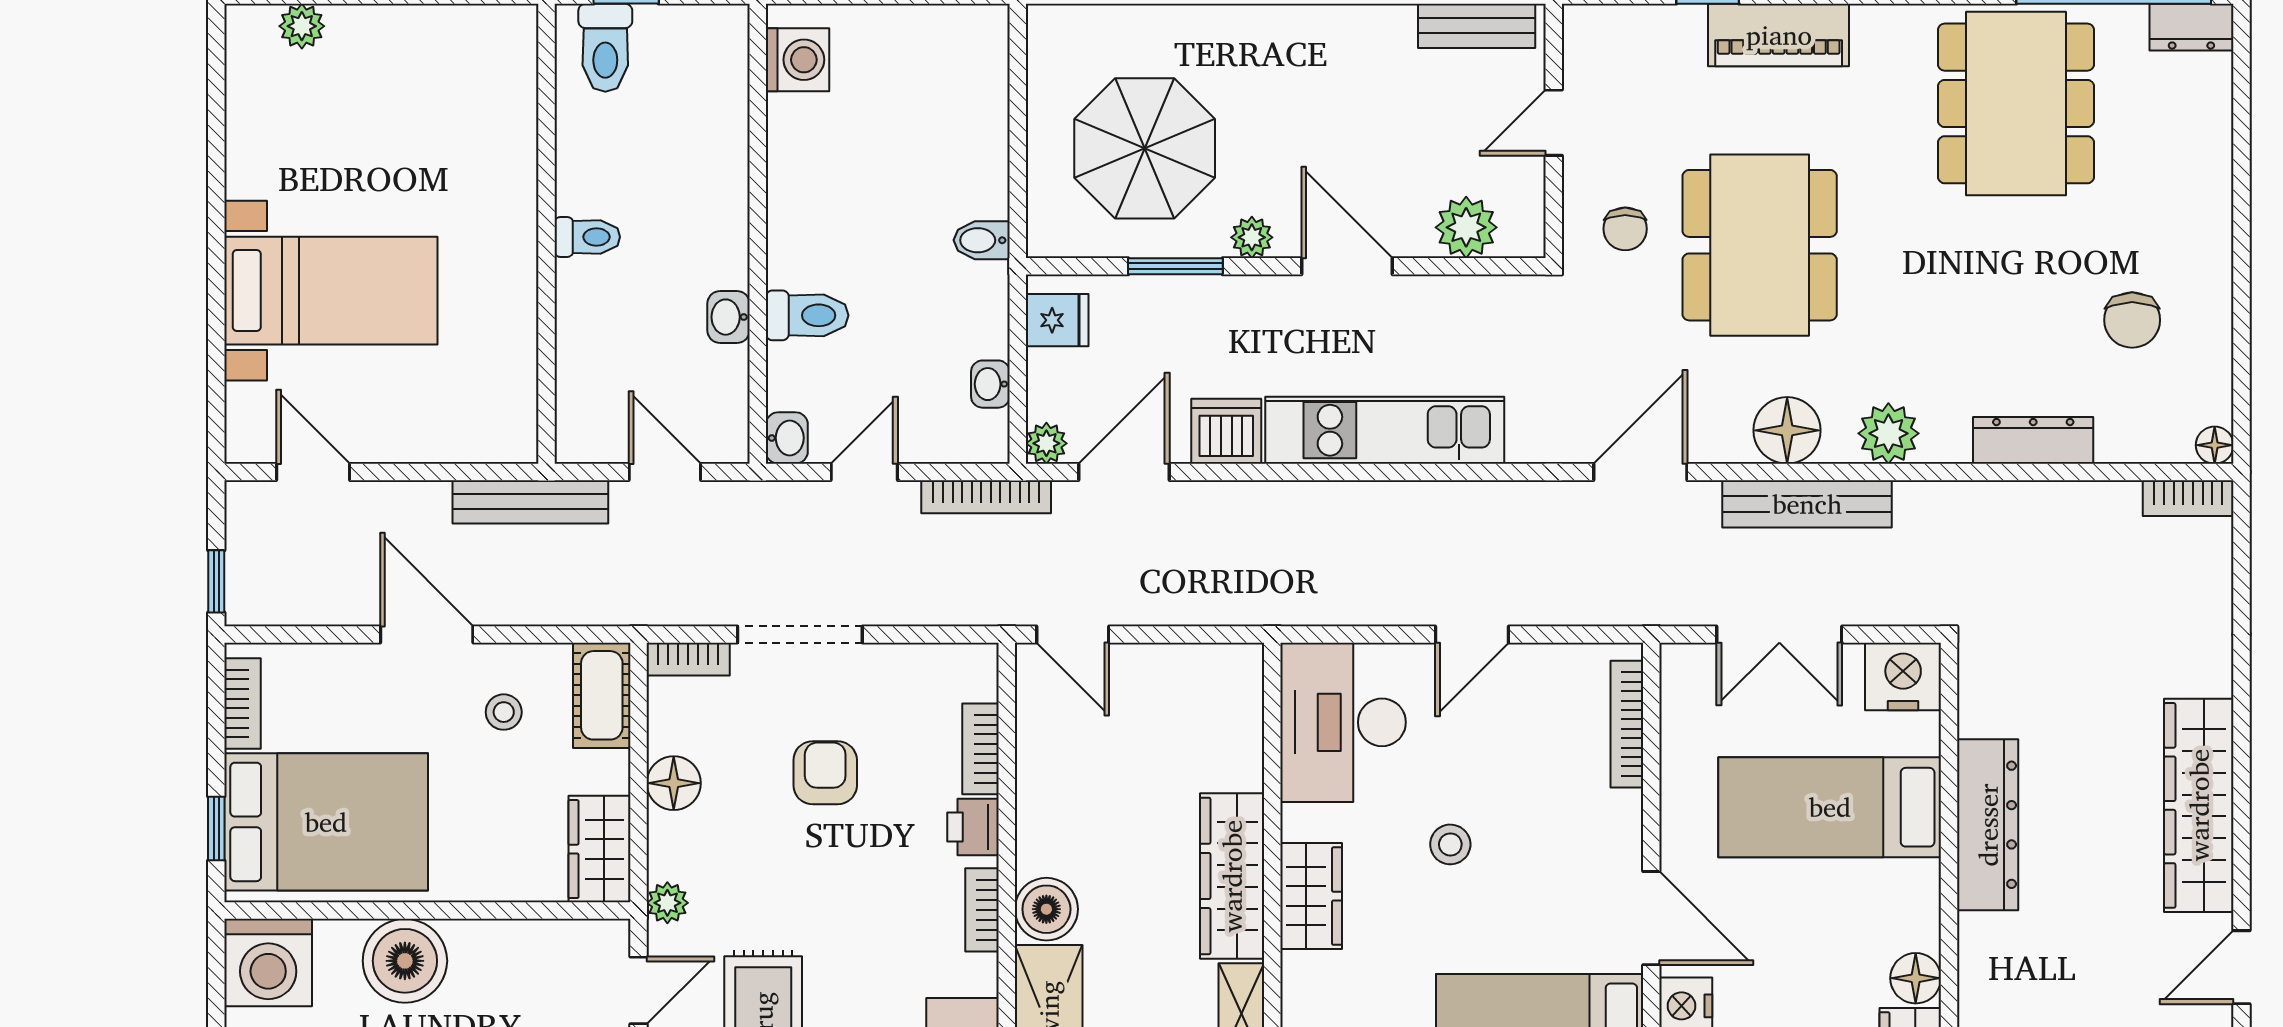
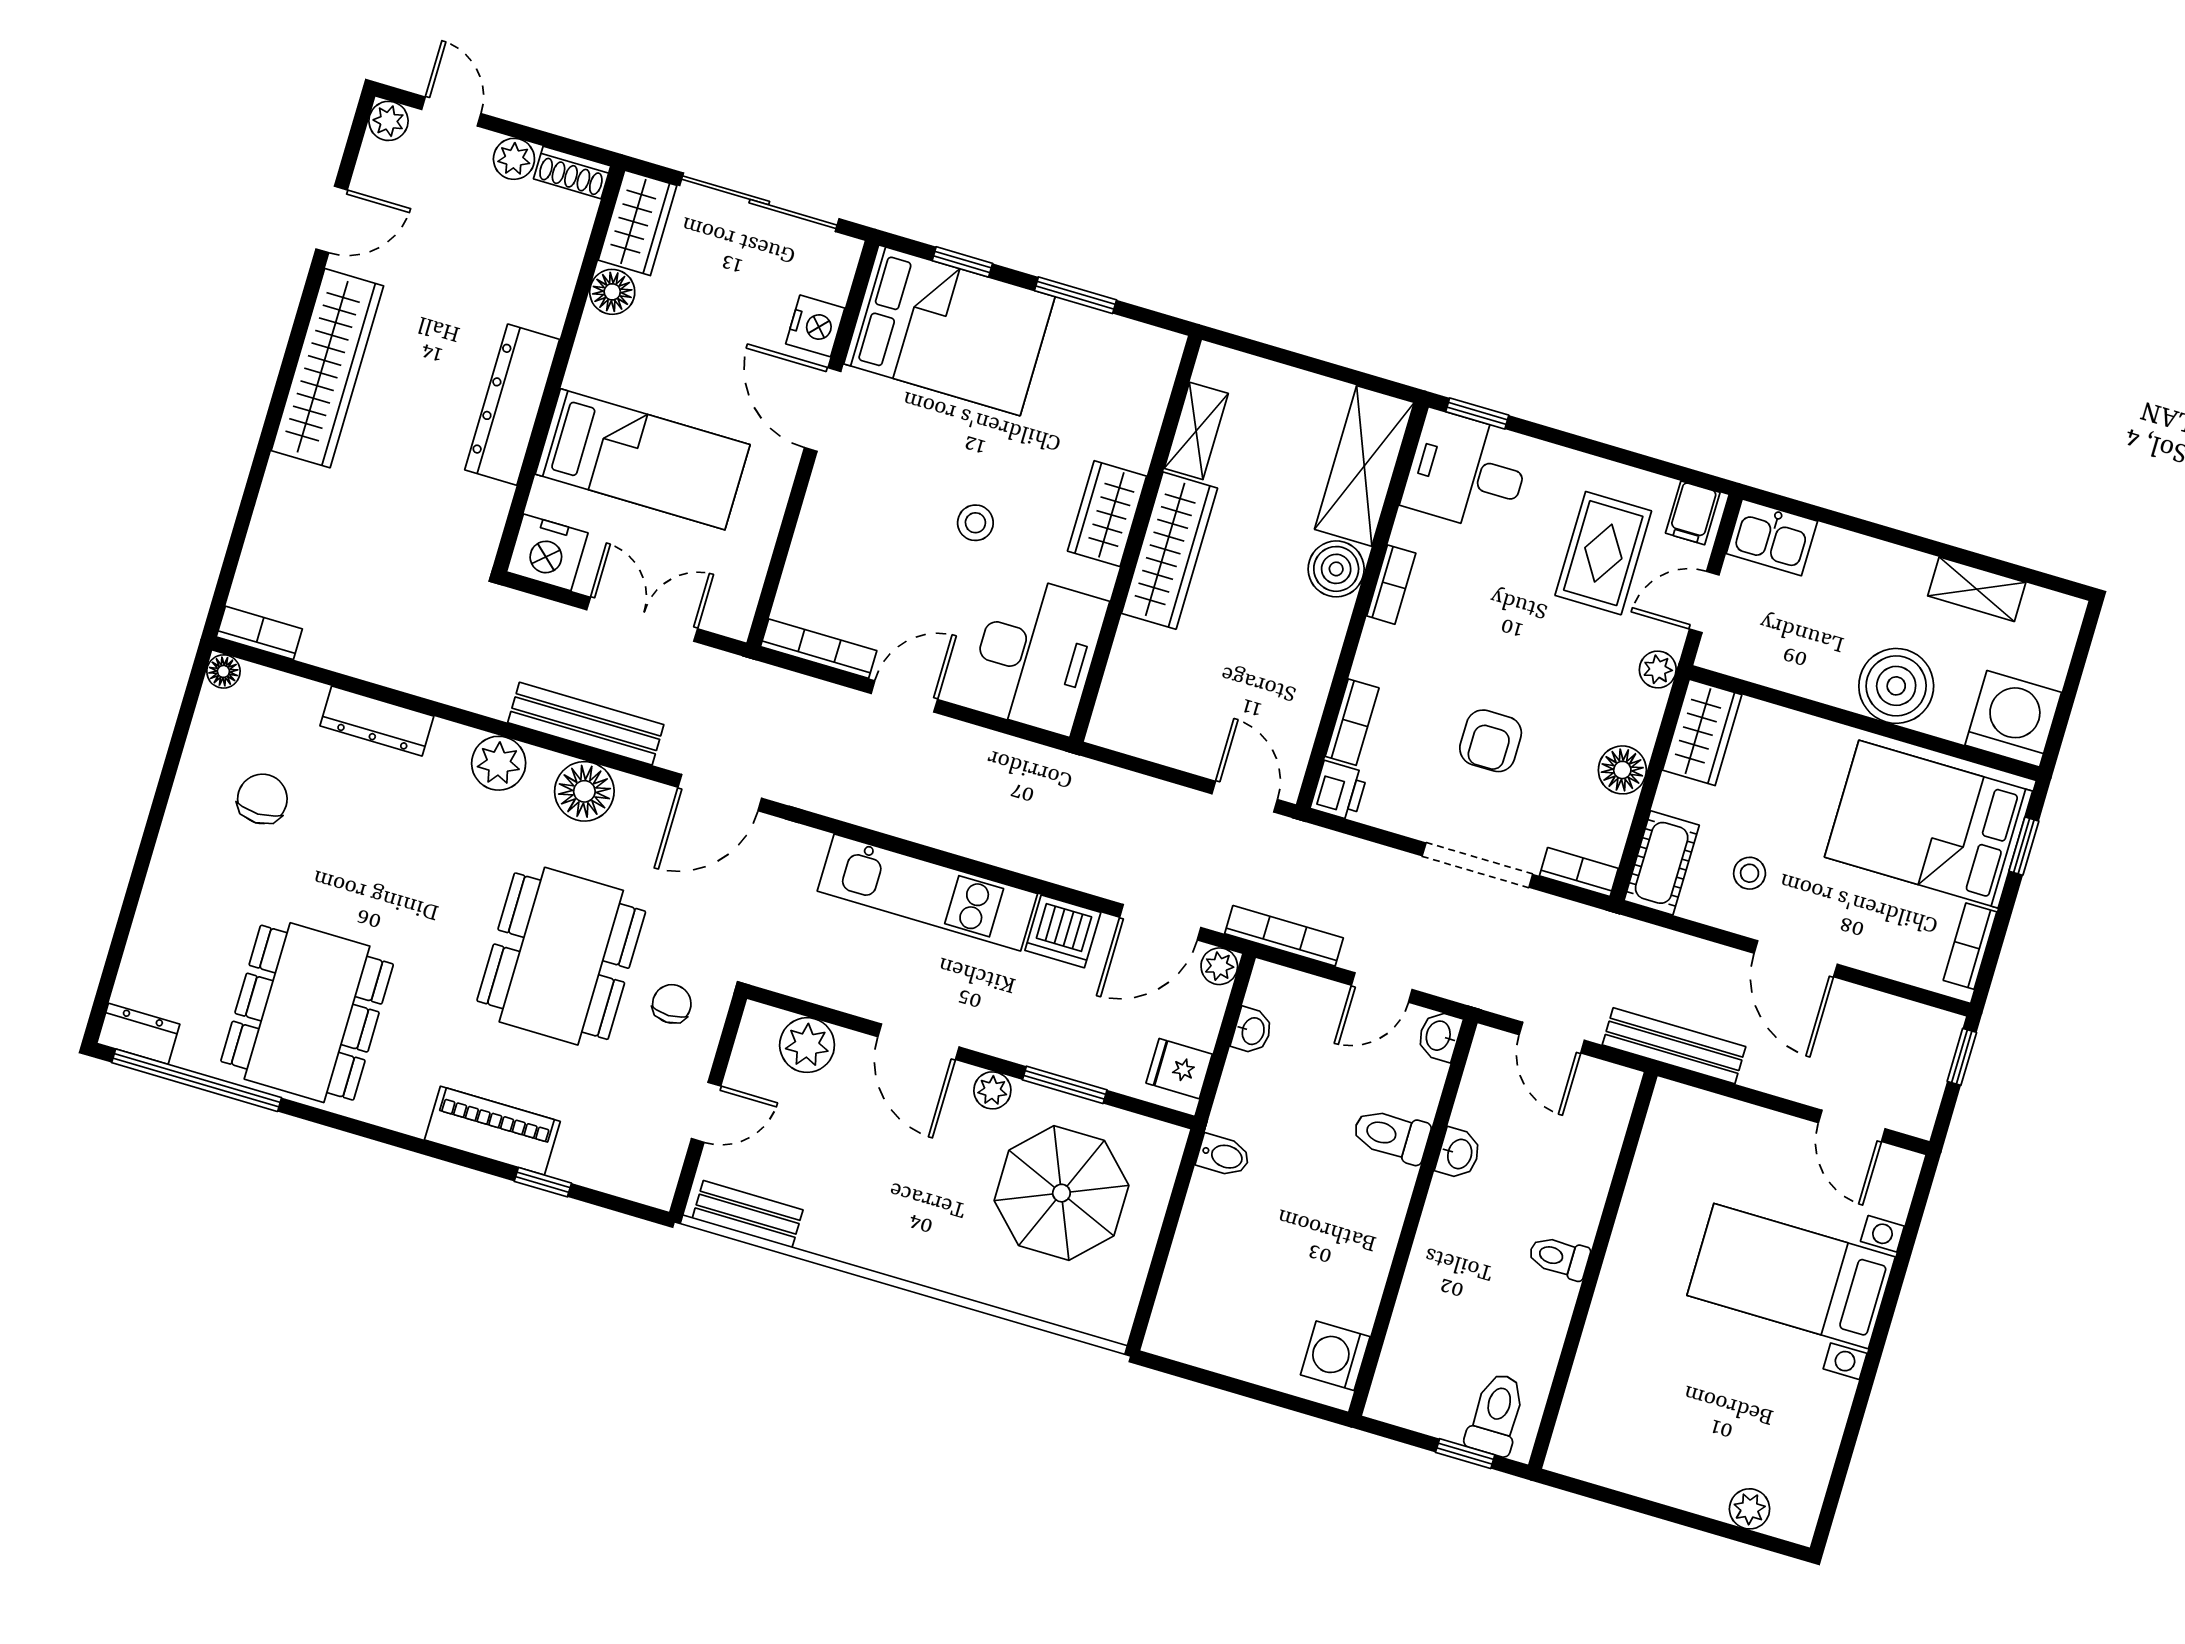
bookcase: (1627, 724) -> (819, 649), moved, turned -90
printer: (973, 827) -> (1339, 791), moved

